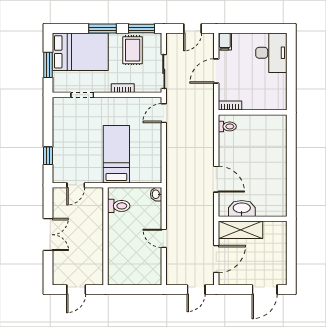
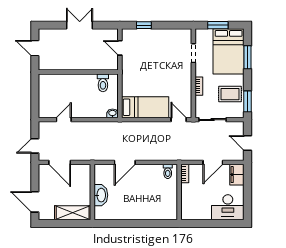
window: (103, 29) -> (248, 57), moved
filing cabinet: (225, 42) -> (237, 175), width x2.00
door: (216, 71) -> (213, 162), swing flipped
bed: (116, 154) -> (145, 107), moved
washbasin: (242, 208) -> (101, 195), moved
shelving: (241, 230) -> (73, 213), moved, turned 90
double door: (48, 235) -> (80, 25), swing flipped
door: (164, 238) -> (64, 120), moved
door: (196, 289) -> (35, 146), hinge flipped

